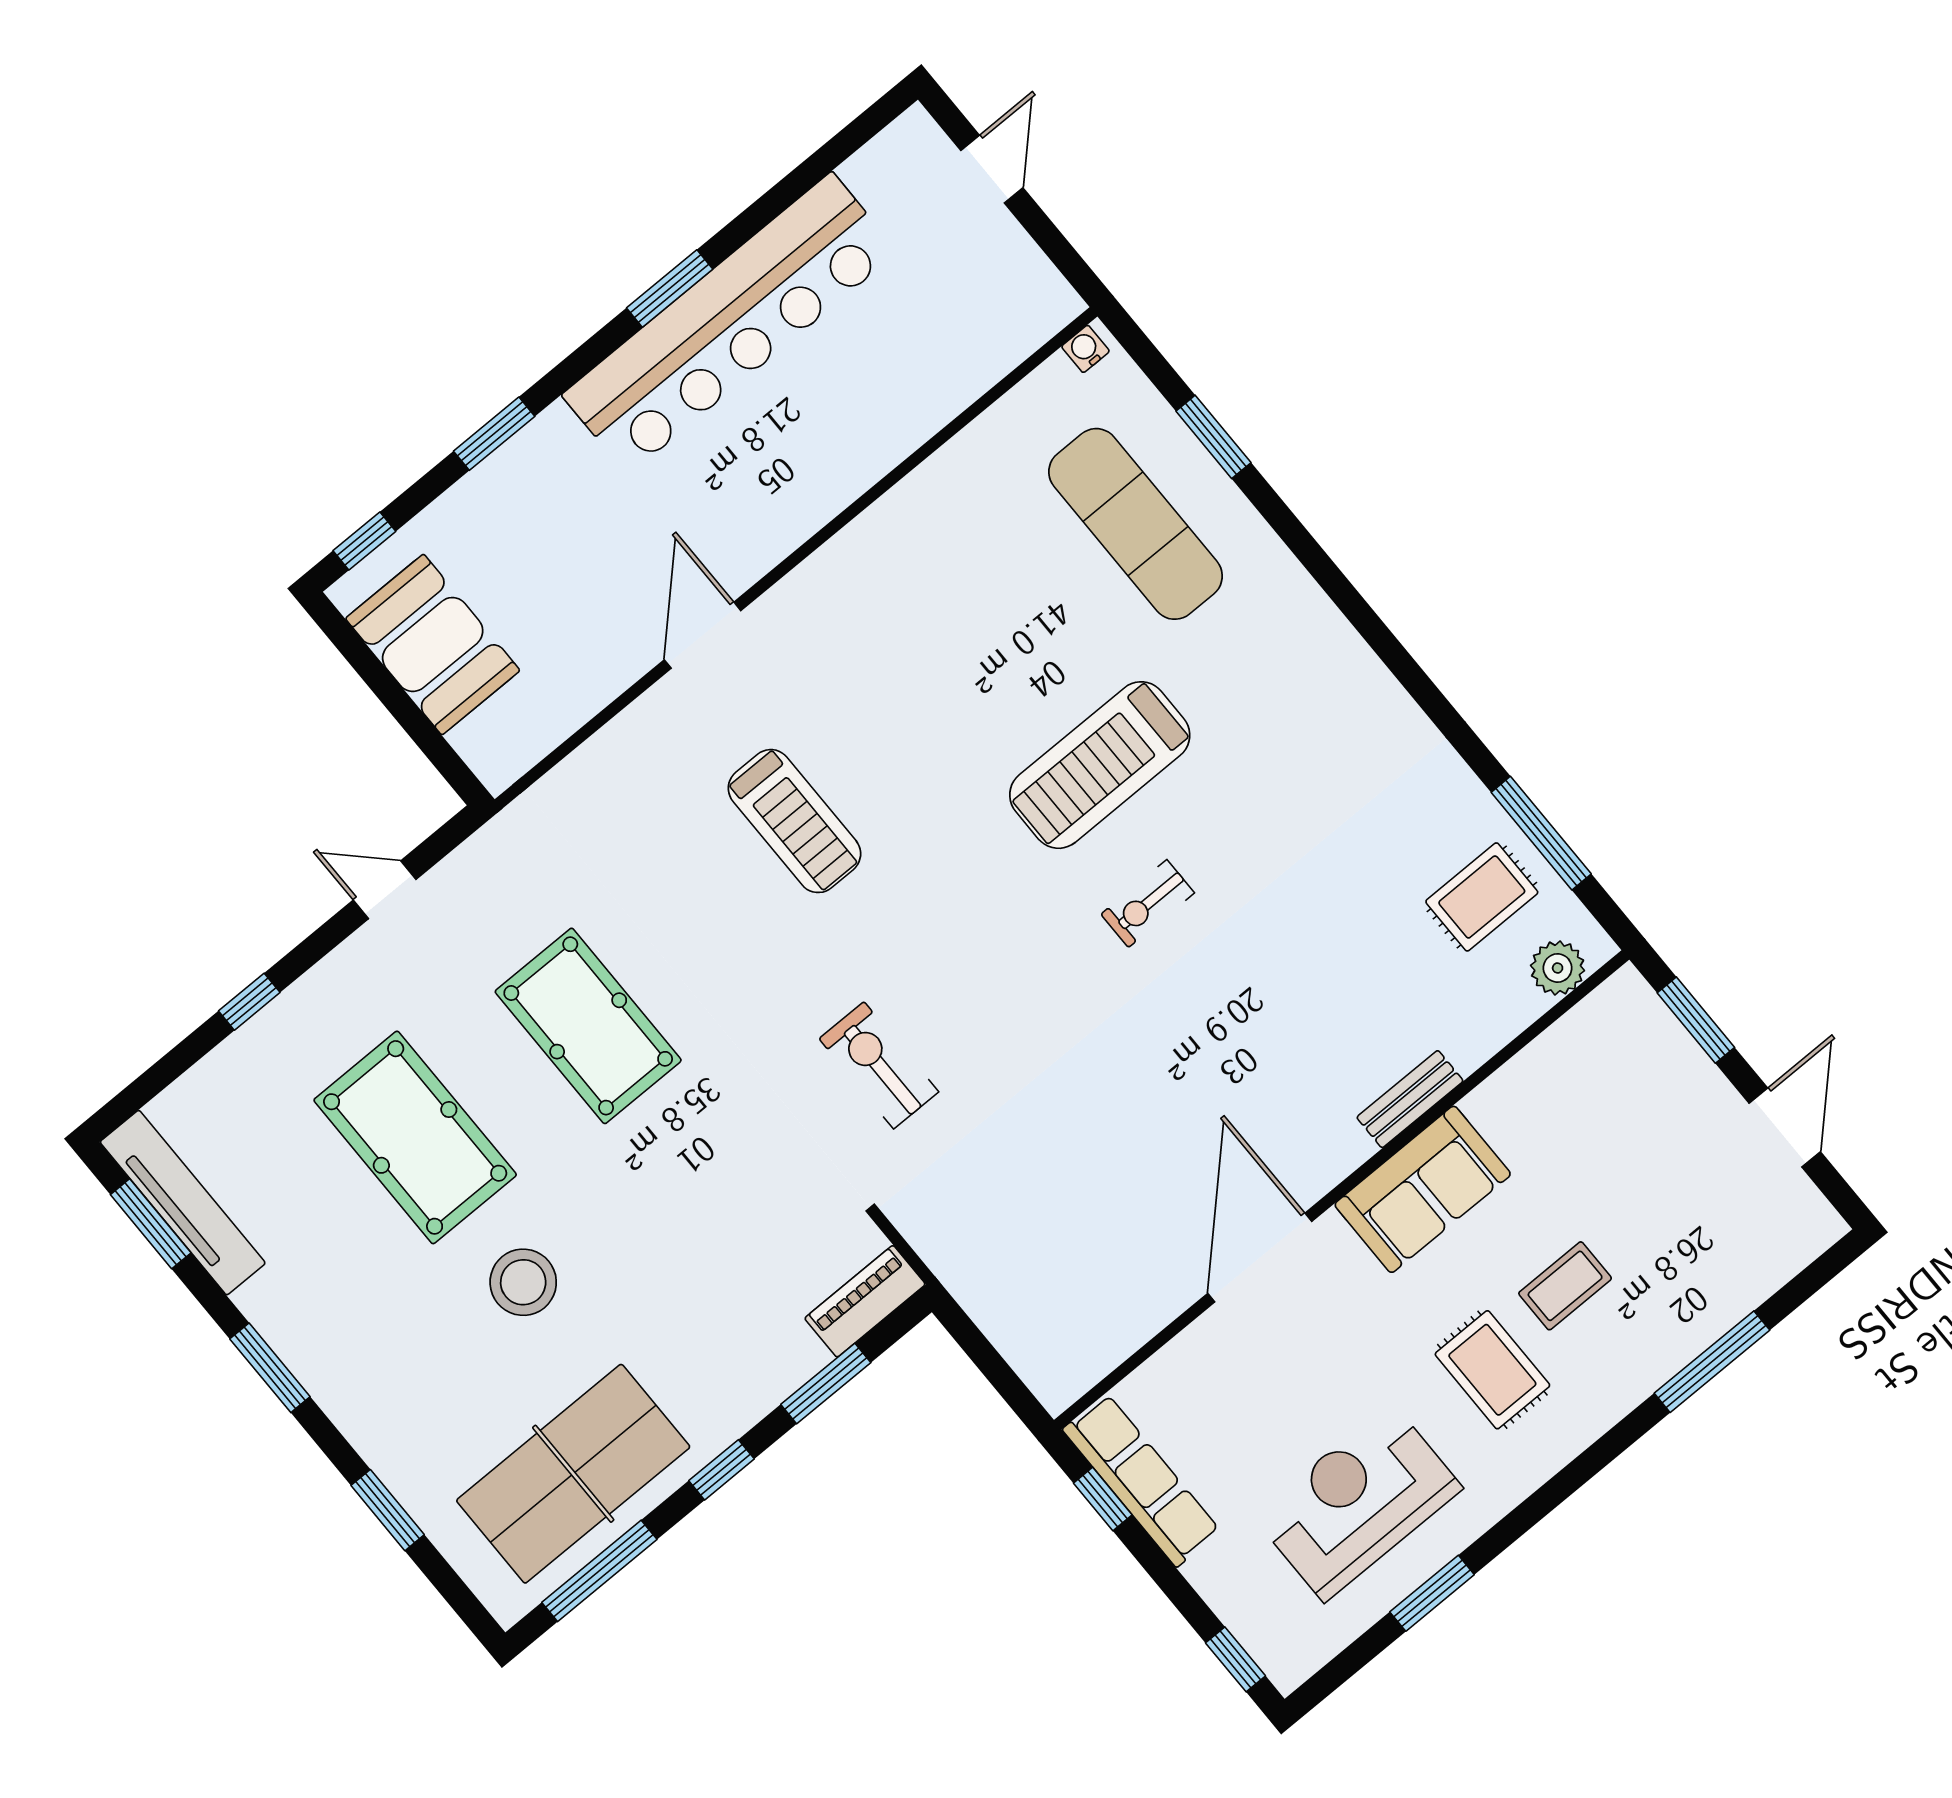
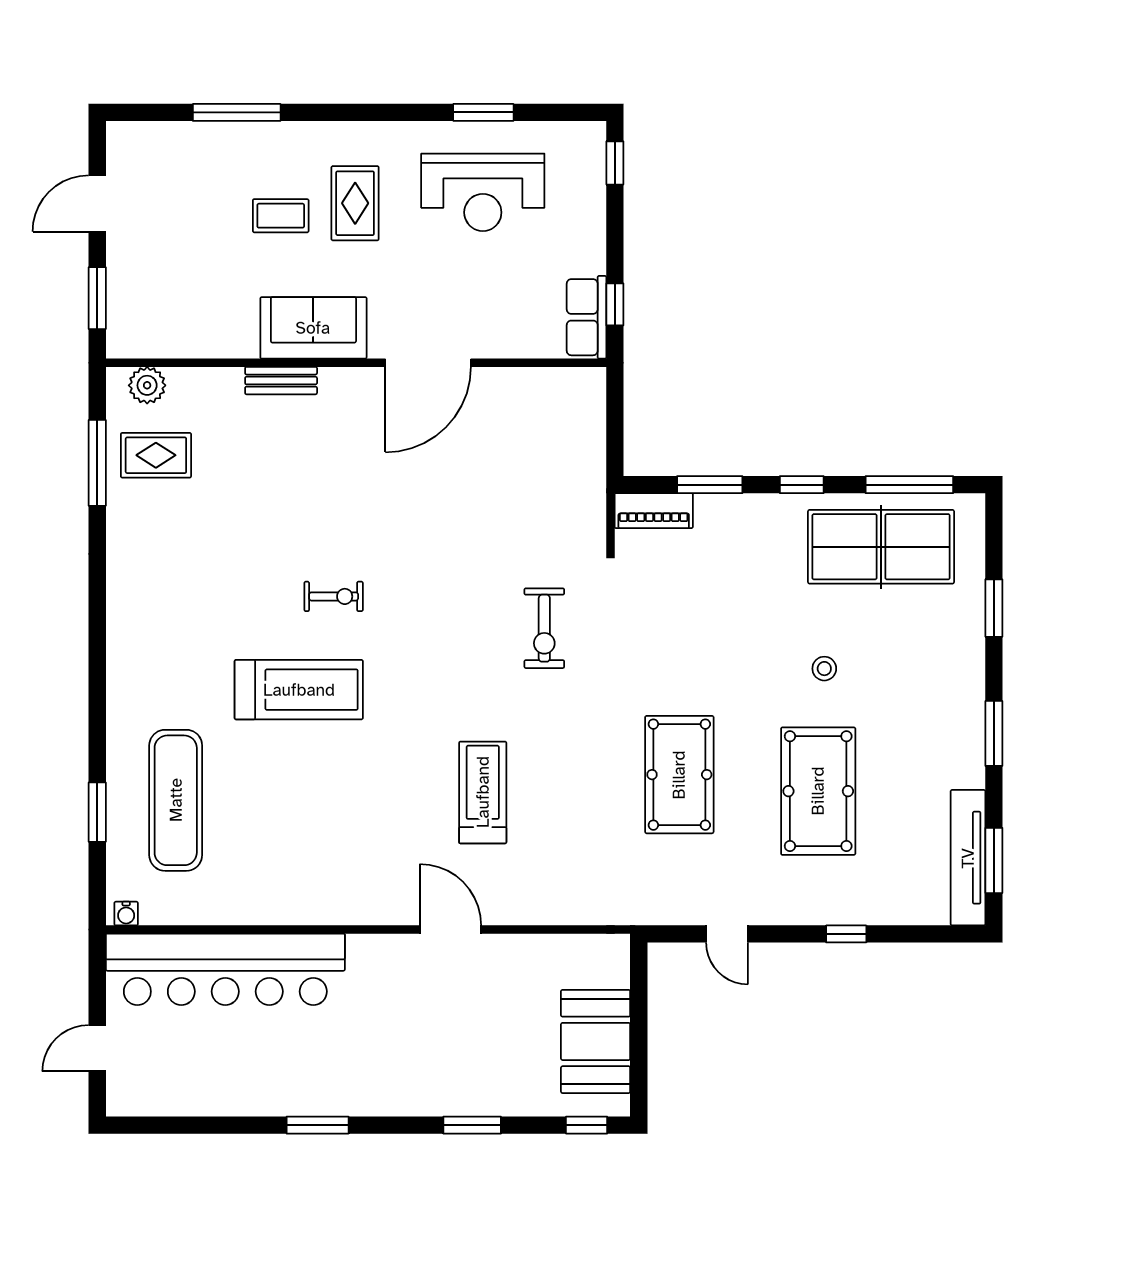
bar counter: (730, 323) -> (225, 969), moved, turned 180
door: (703, 635) -> (450, 930), swing flipped
stool: (523, 1282) -> (824, 669), width x0.53, depth x0.53
row of seats: (1141, 1480) -> (587, 317), width x0.68

